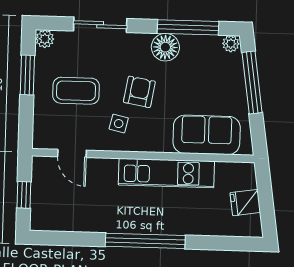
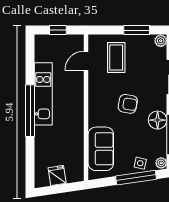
coffee table: (76, 91) -> (116, 57), moved
side table: (119, 124) -> (140, 163), moved
kitchen unit: (166, 173) -> (43, 94), moved, turned 180

